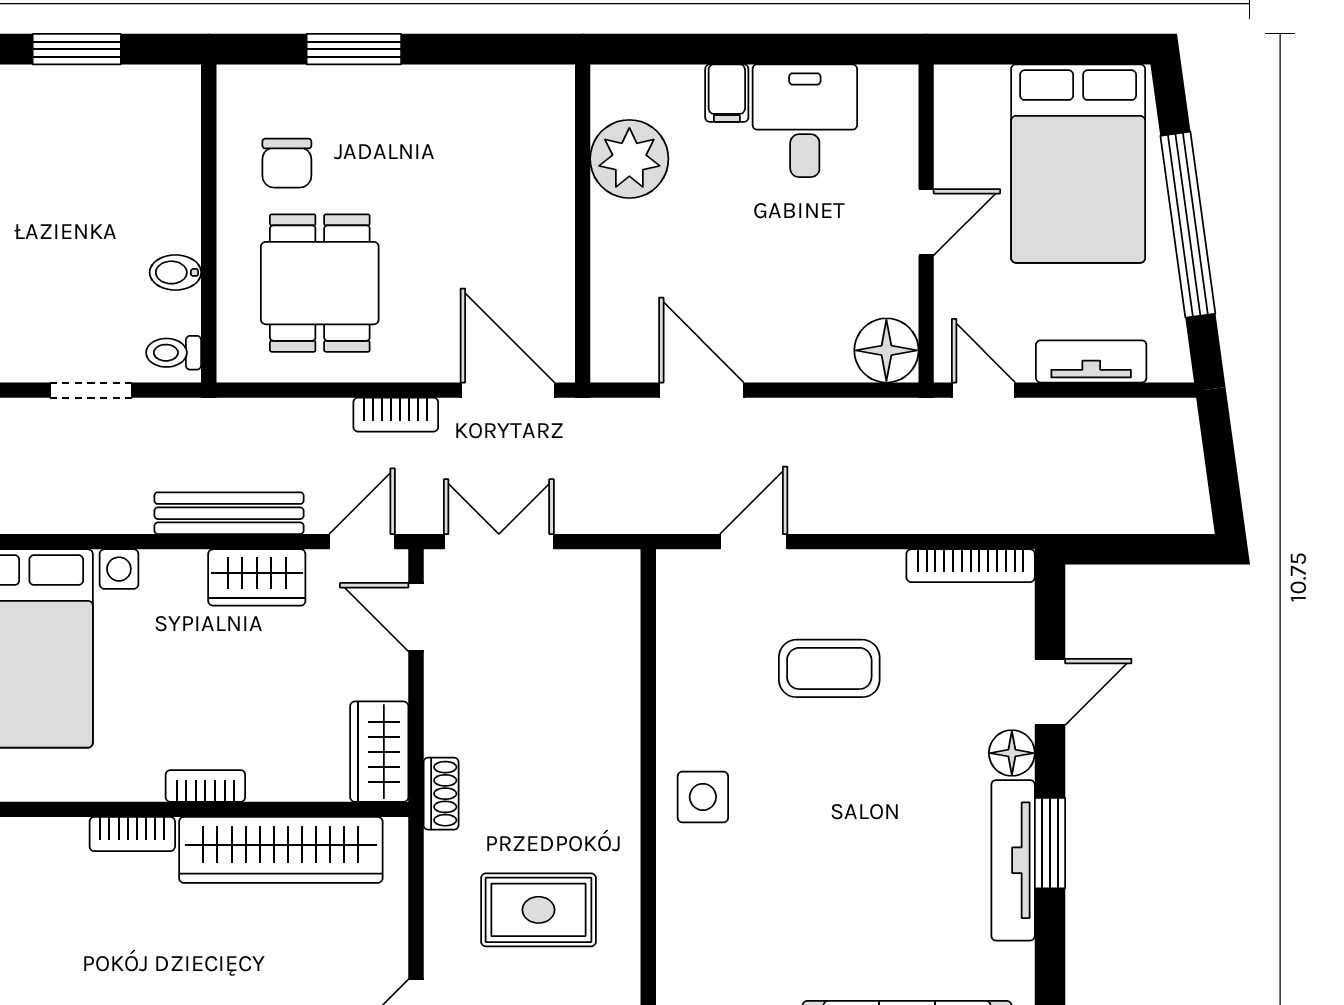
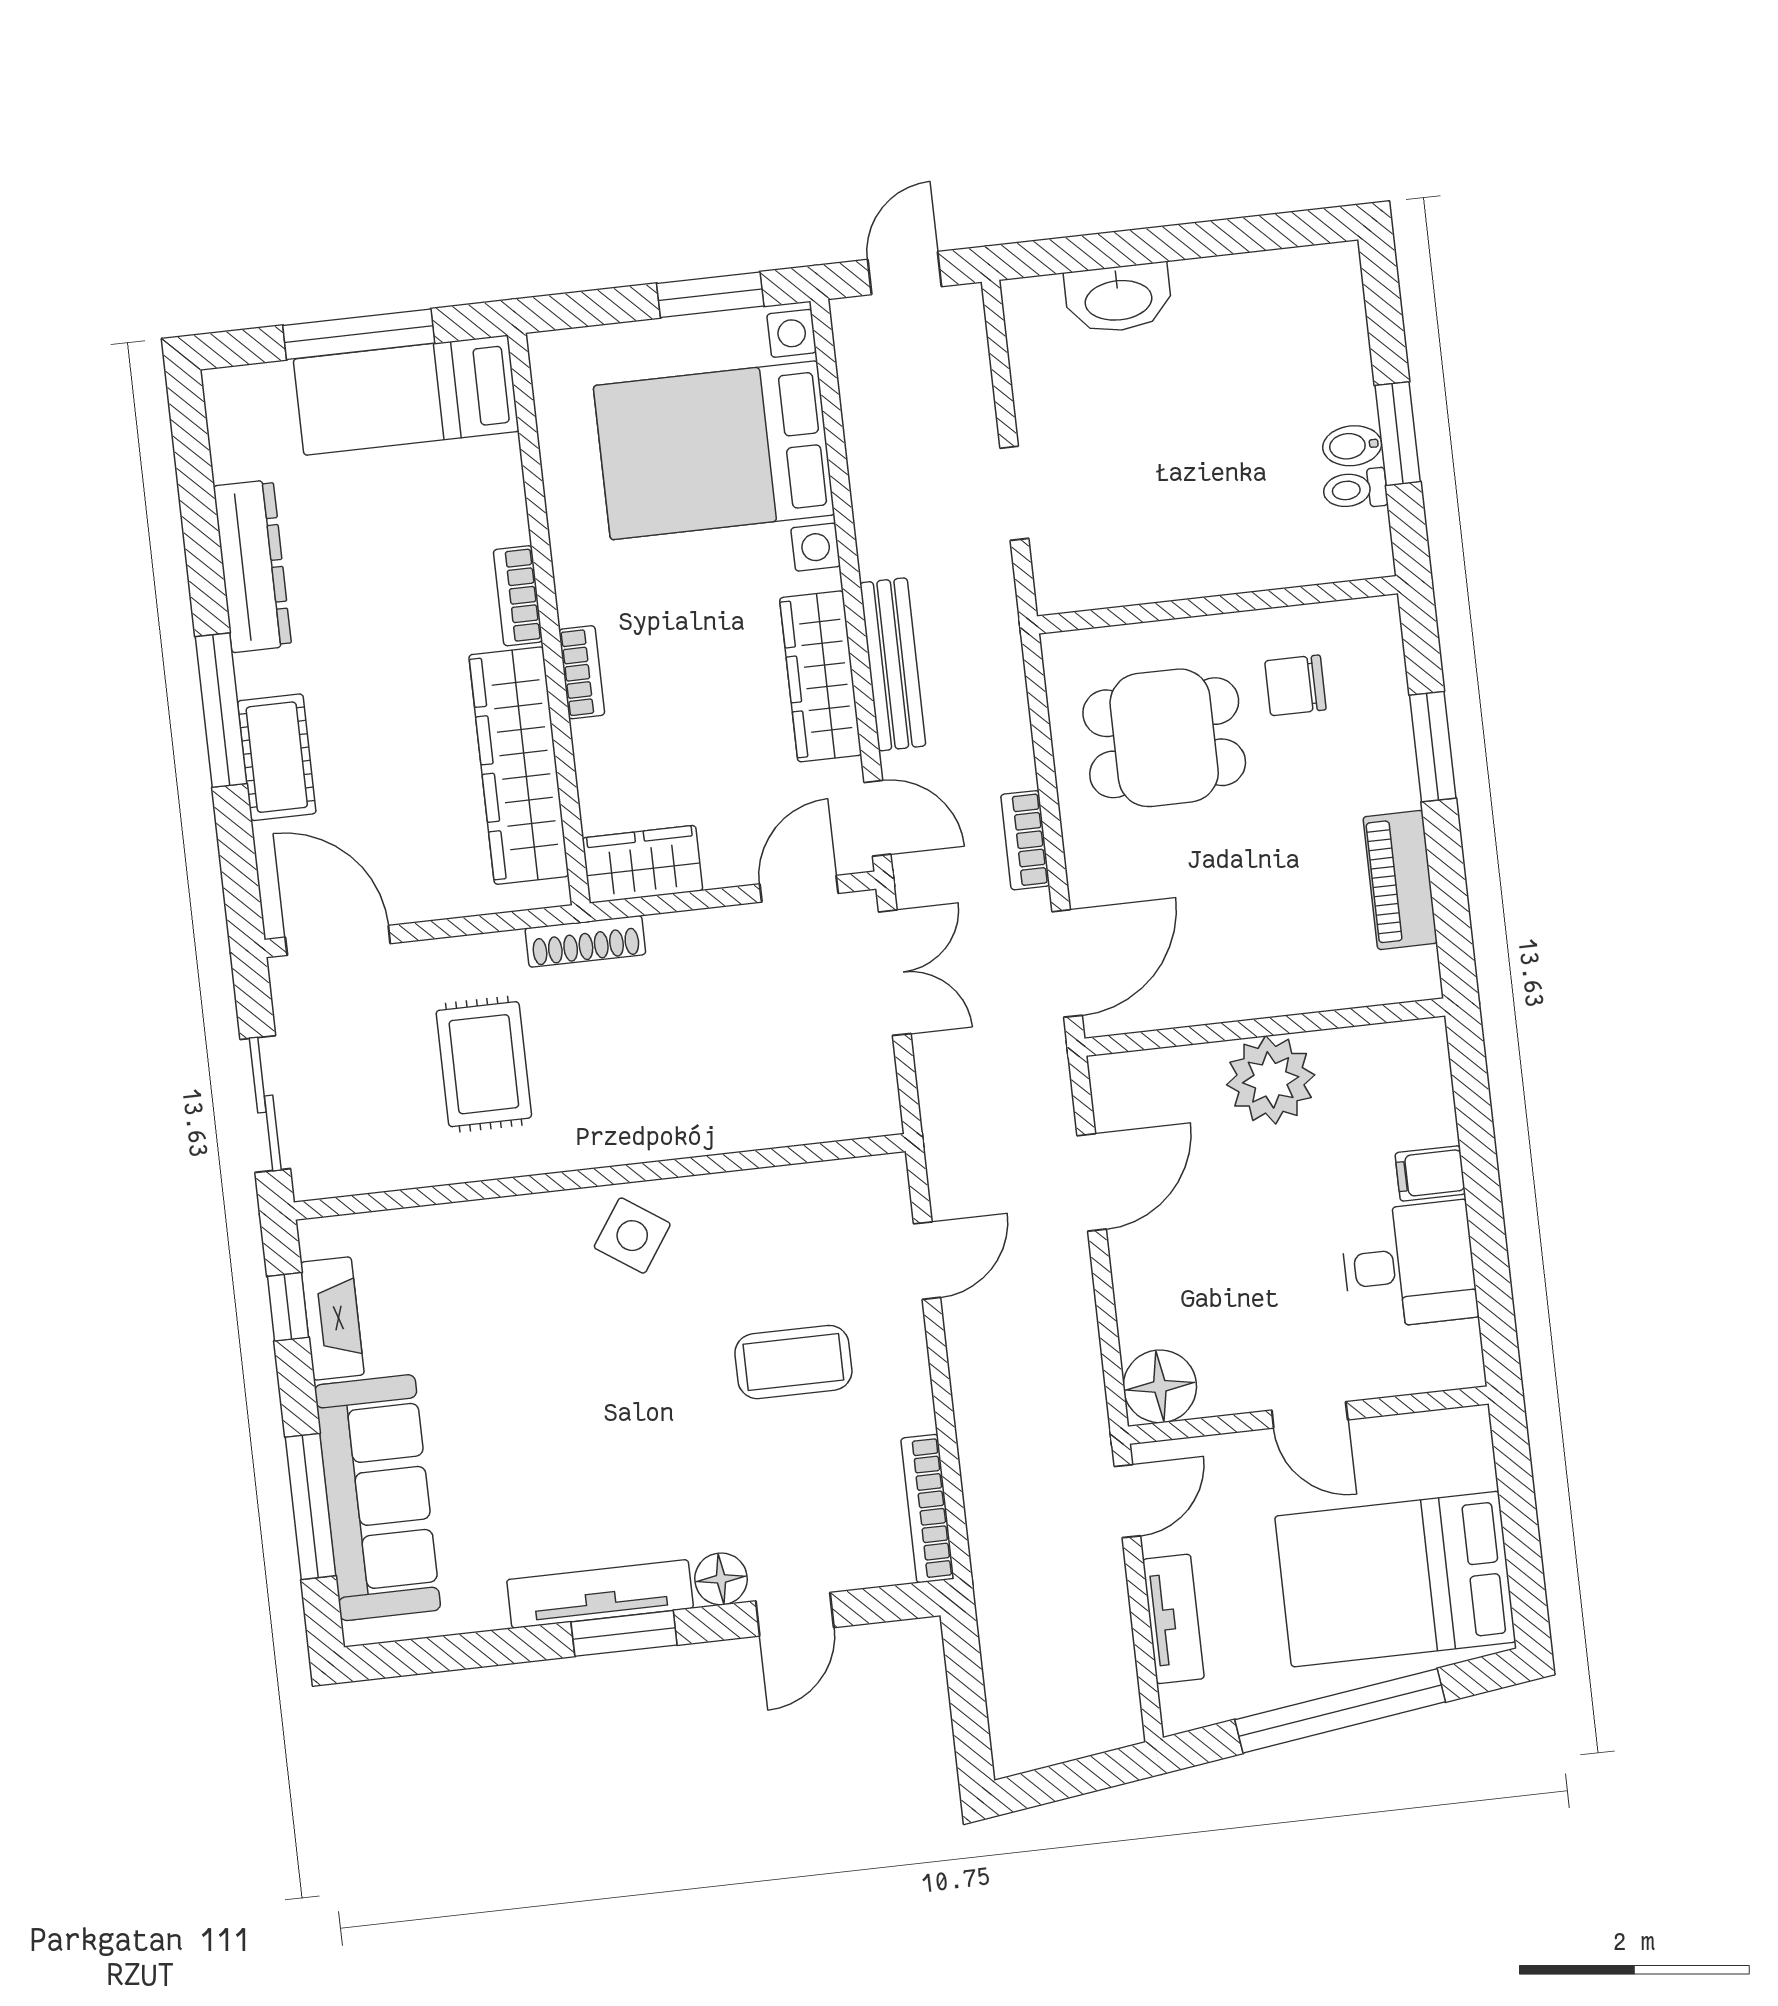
piano: (467, 91) -> (1400, 880), added
plant: (629, 159) -> (1271, 1080), moved
bidet: (175, 272) -> (1352, 446), moved, turned -90
toilet: (174, 353) -> (1355, 489), moved, turned -90
door: (754, 542) -> (927, 1261), hinge flipped
wardrobe: (257, 577) -> (821, 676), width x1.50
coffee table: (829, 668) -> (793, 1362), turned 90
door: (1050, 692) -> (795, 1614), hinge flipped
shoe rack: (441, 794) -> (585, 941), width x1.43
side table: (703, 797) -> (632, 1236), turned 34

